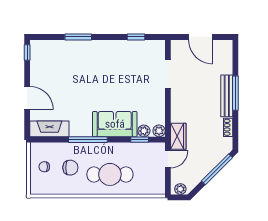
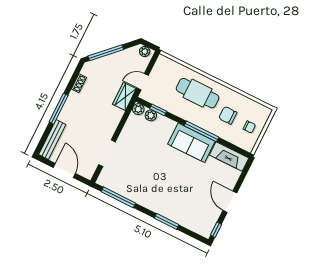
window: (136, 37) -> (118, 197), width x2.17
bench: (227, 96) -> (52, 140), moved
door: (27, 98) -> (230, 202), moved
sofa: (115, 124) -> (191, 143), moved

